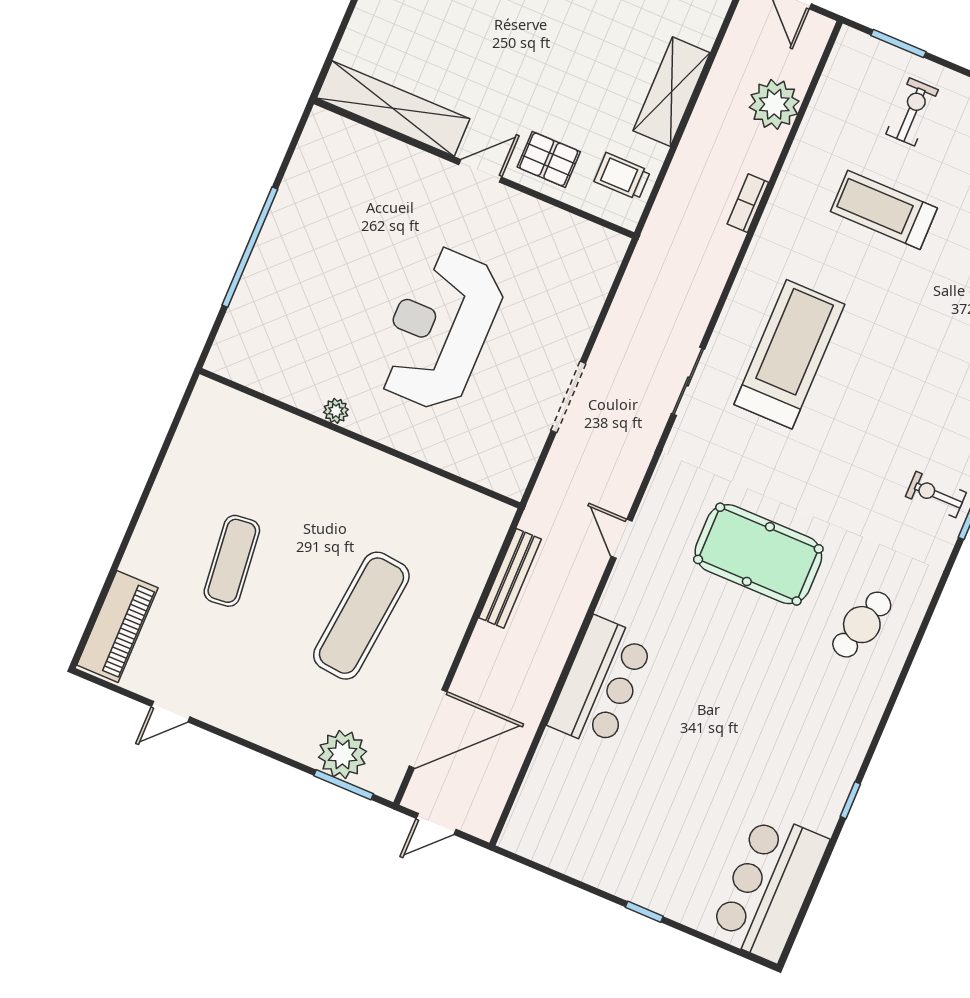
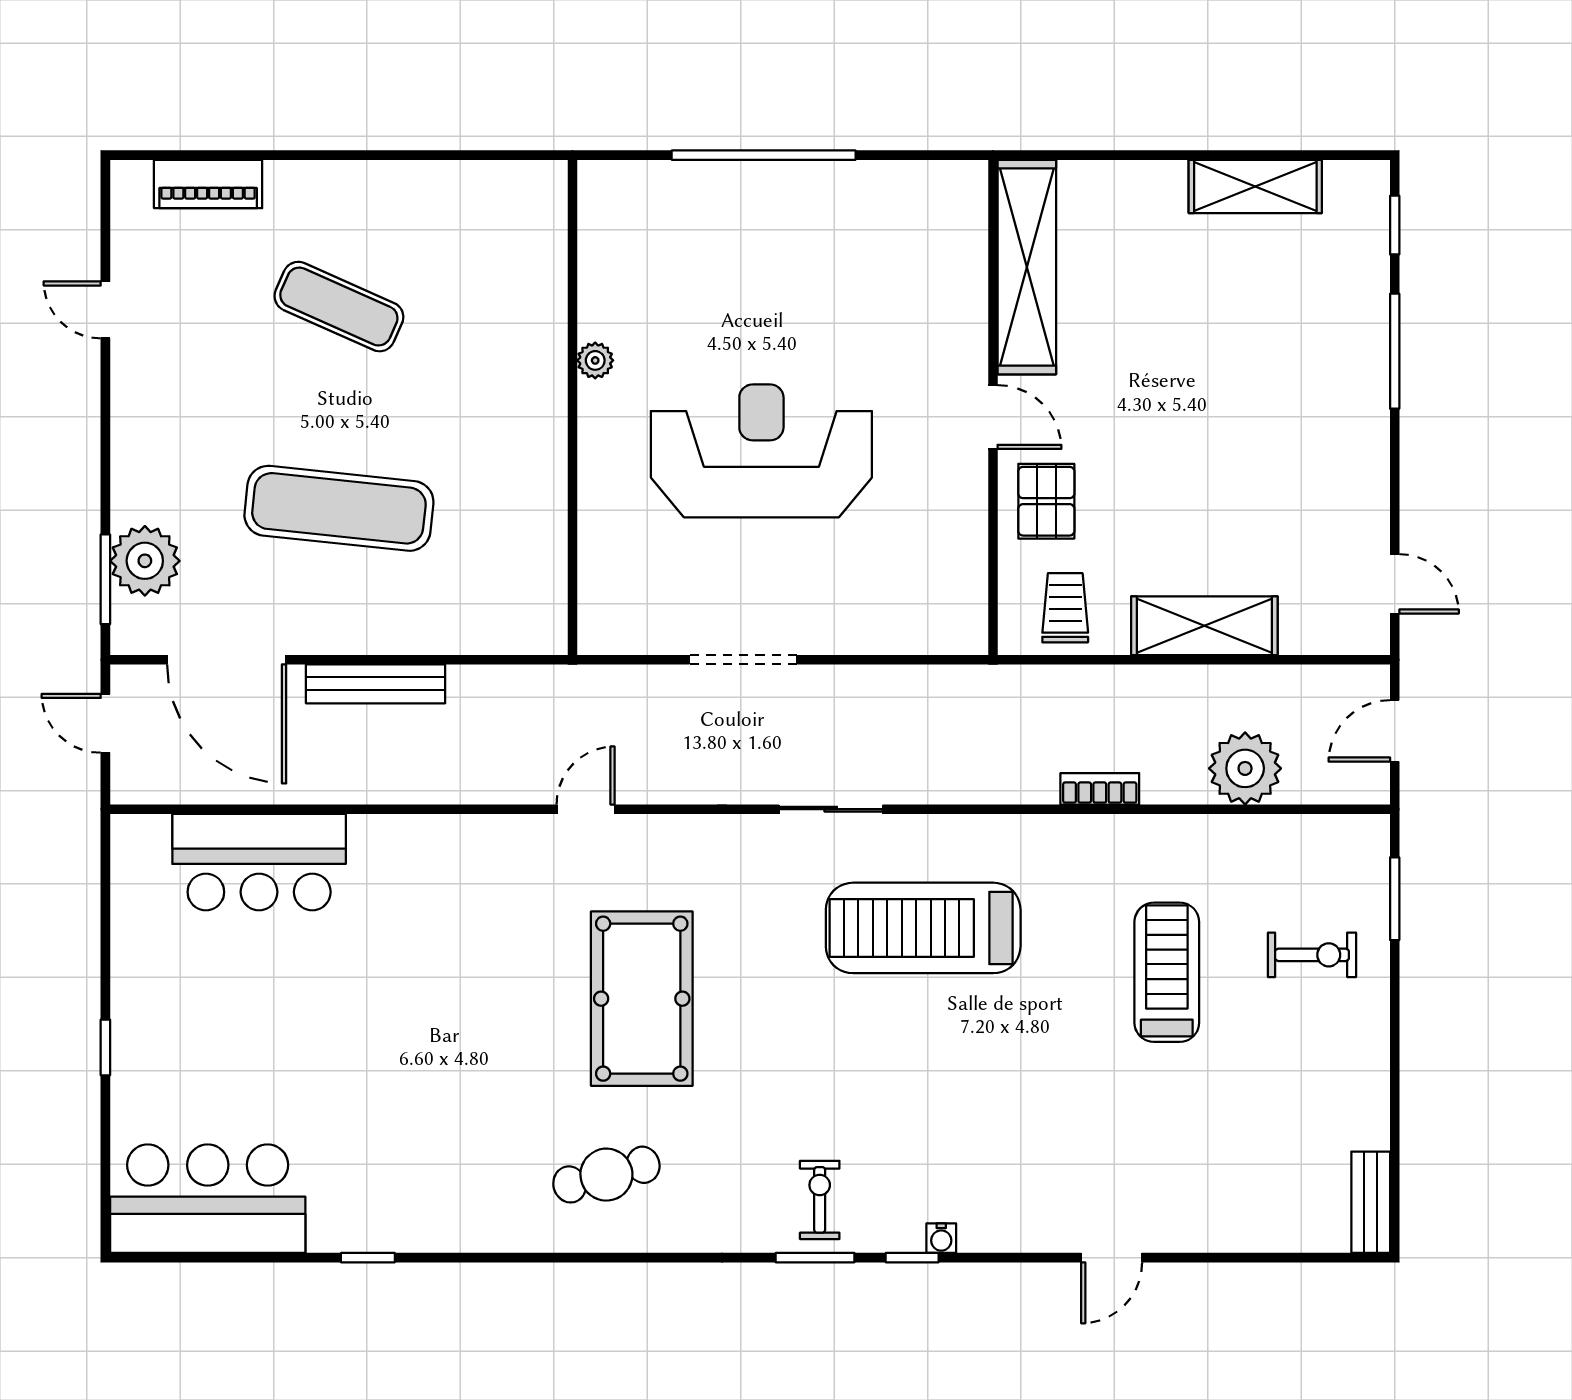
treadmill: (789, 354) -> (923, 928), turned 180
exercise mat: (232, 561) -> (339, 307), turned 30
bench: (510, 578) -> (376, 684), moved
cafe table: (862, 625) -> (606, 1175), turned -31
piano: (117, 626) -> (208, 184), width x0.73, depth x0.75
bar counter: (601, 683) -> (259, 862), moved

